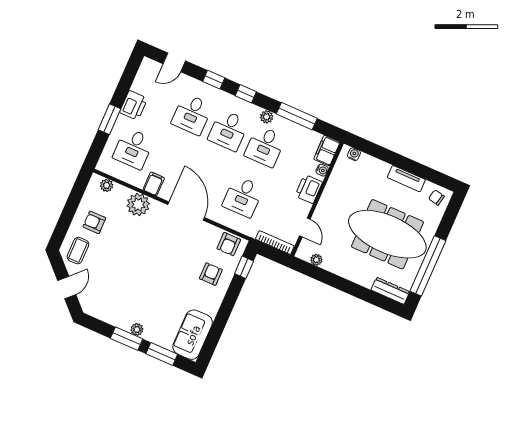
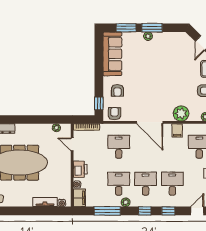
tv unit: (406, 179) -> (45, 202), moved
sofa: (193, 335) -> (112, 54), width x1.36

